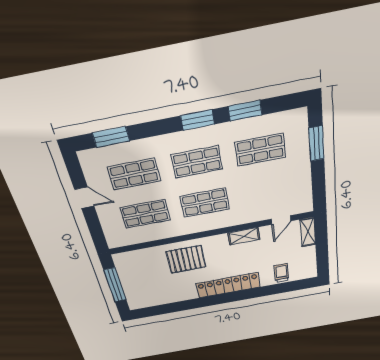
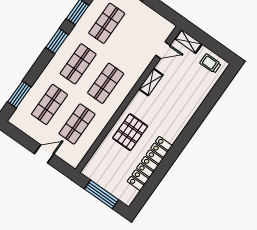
door: (84, 198) -> (44, 154), moved
door: (281, 220) -> (163, 50), hinge flipped
trolley: (281, 273) -> (210, 63), moved
locker: (228, 285) -> (150, 163), moved

